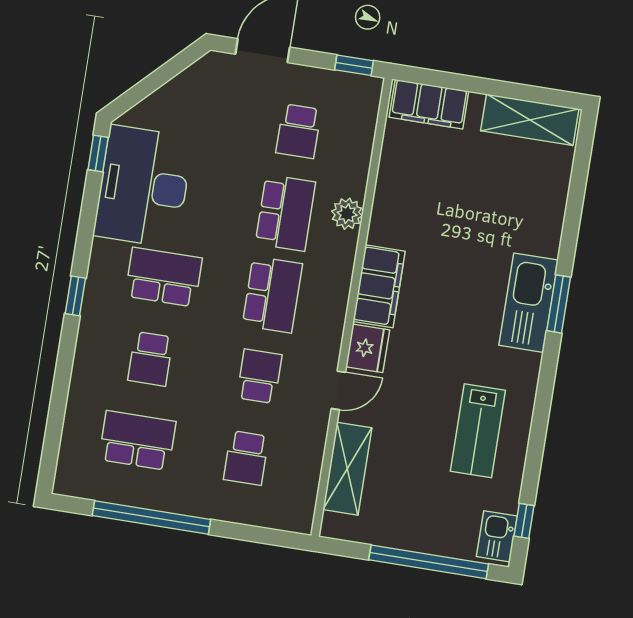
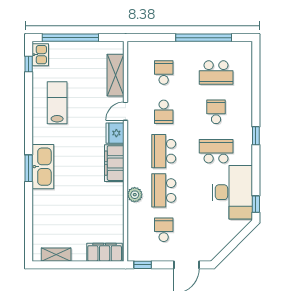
shelving: (530, 120) -> (56, 255), width x0.67, depth x0.75
school desk: (164, 277) -> (216, 151), turned 180

